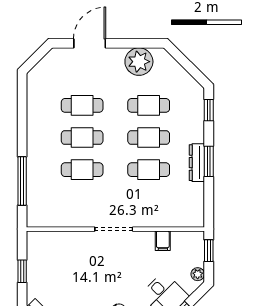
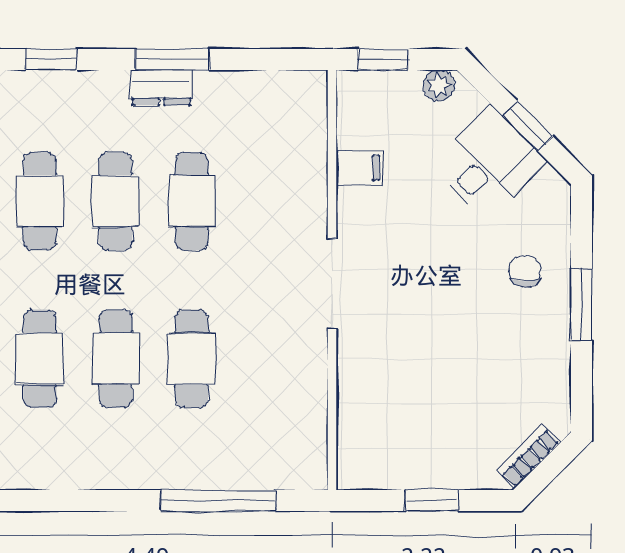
dresser: (197, 163) -> (161, 87), width x0.70

